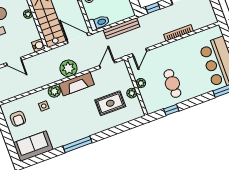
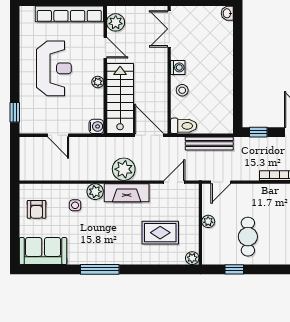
plant: (132, 93) -> (192, 258), moved

